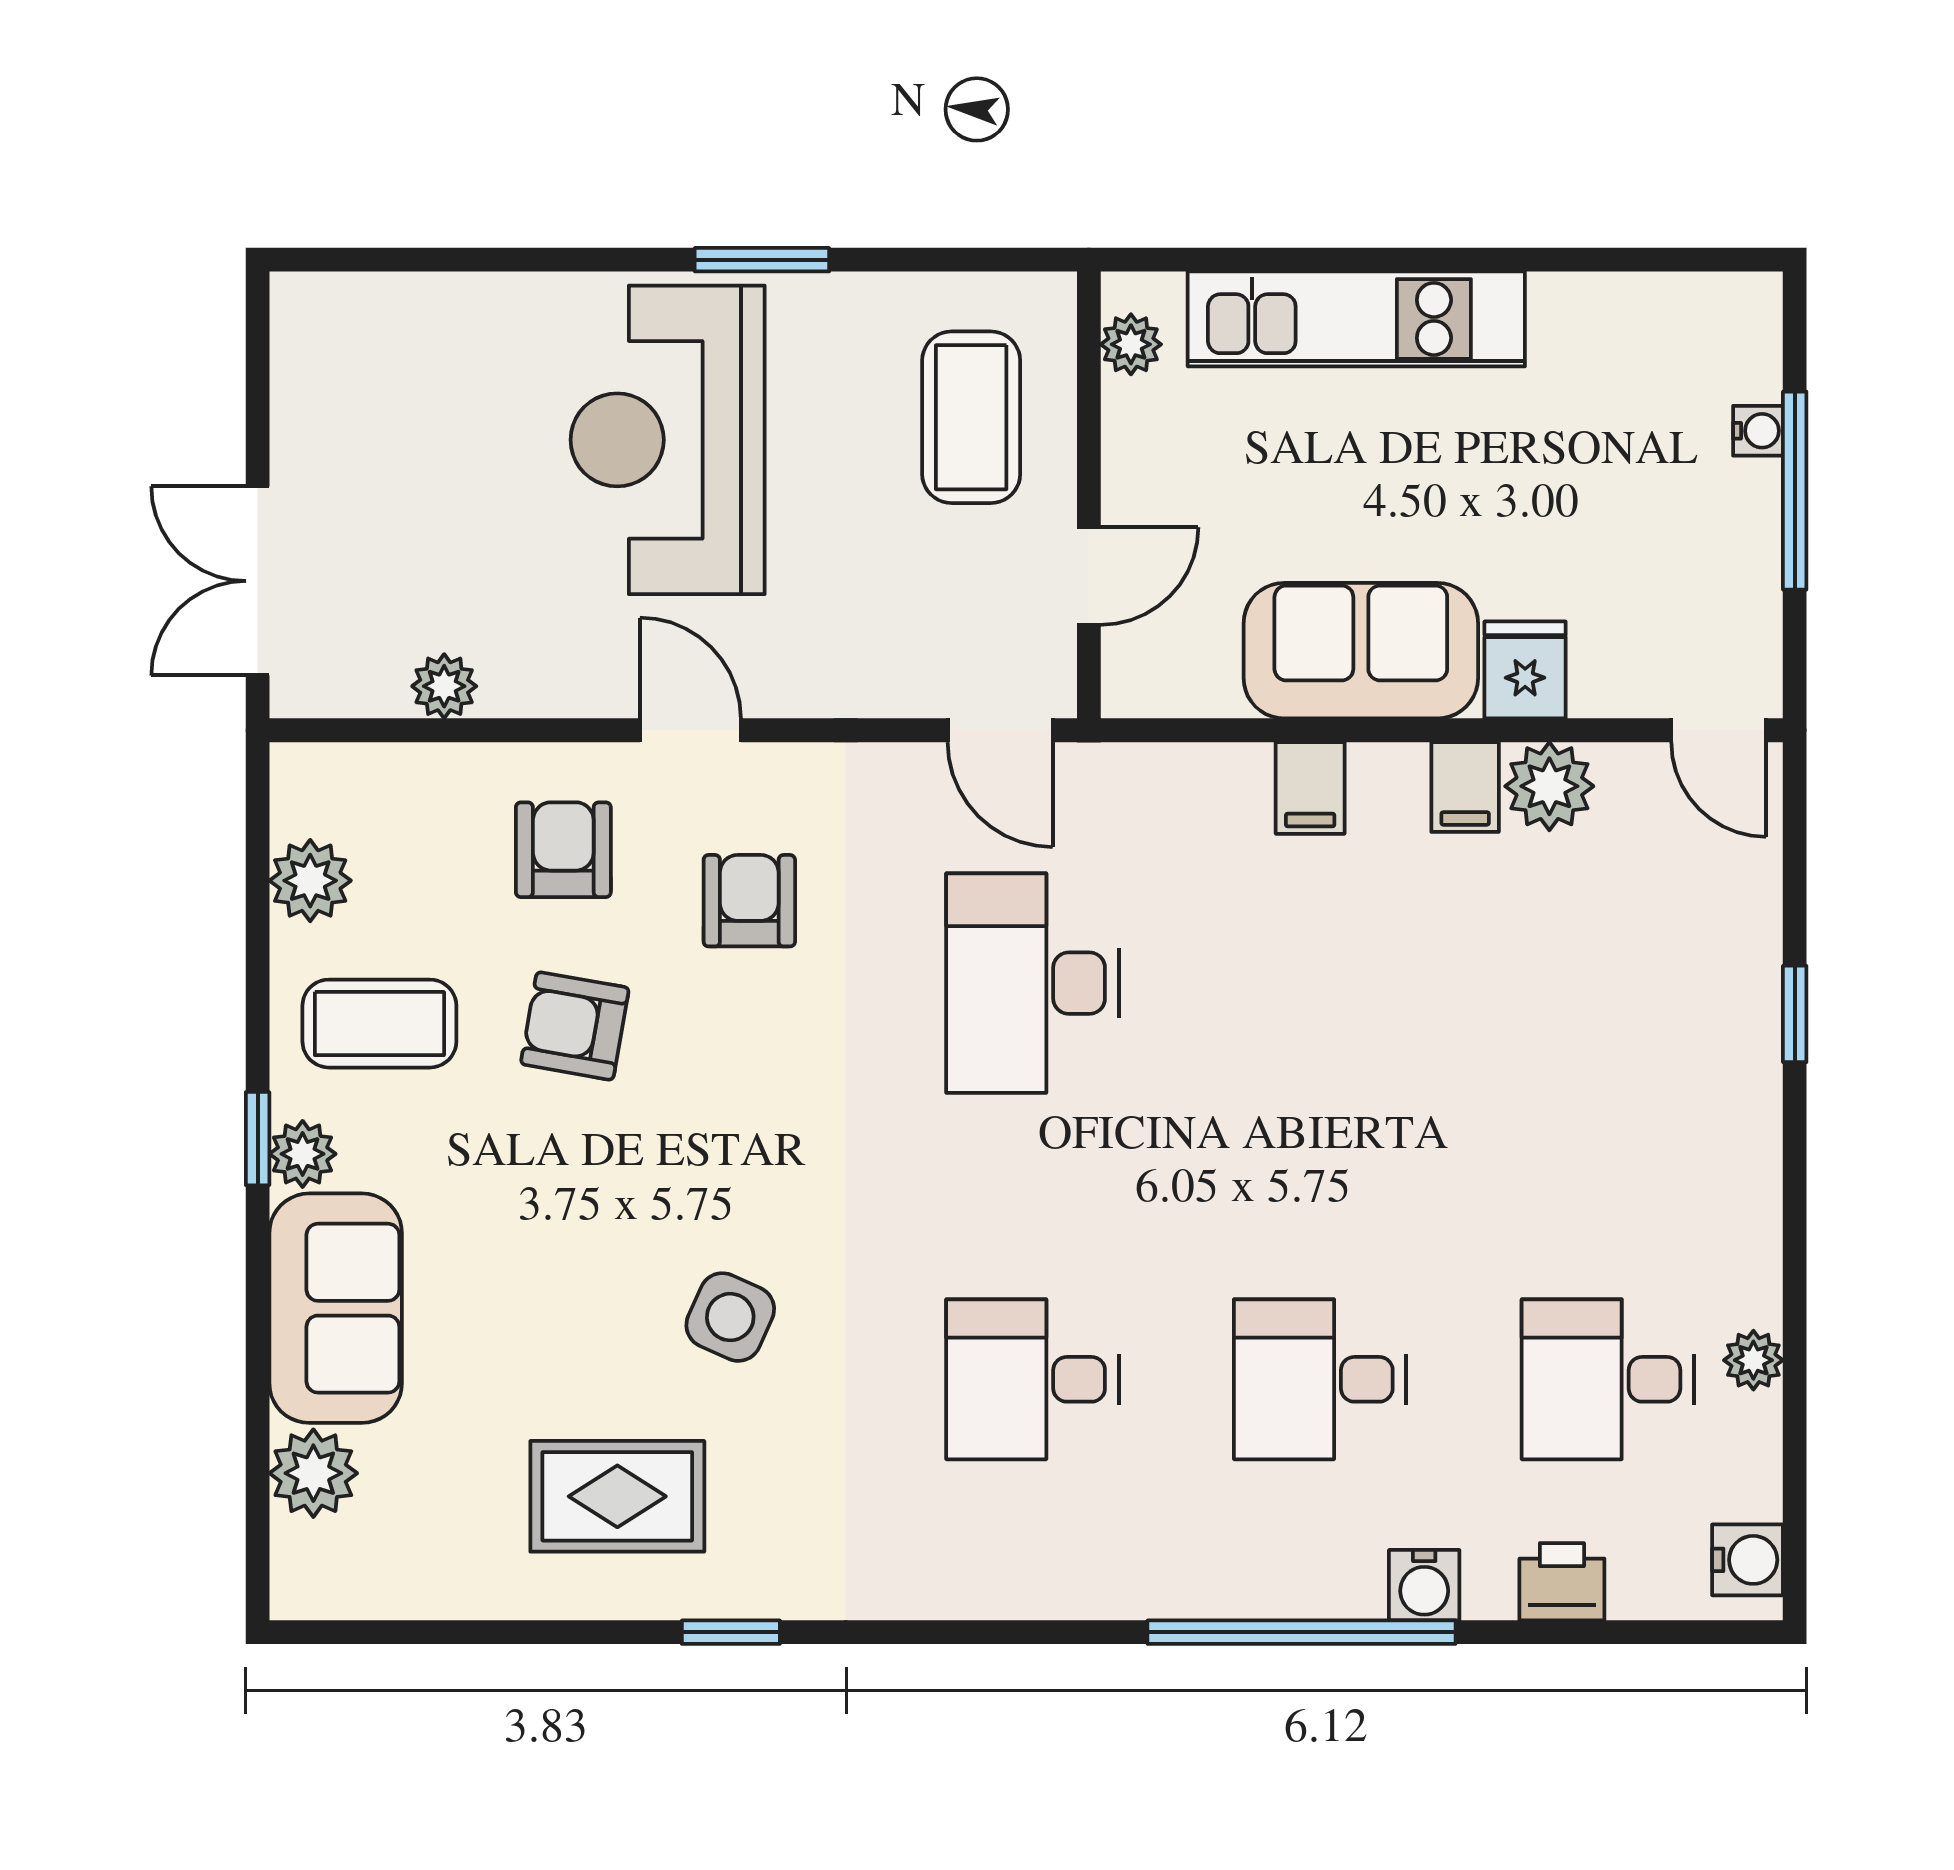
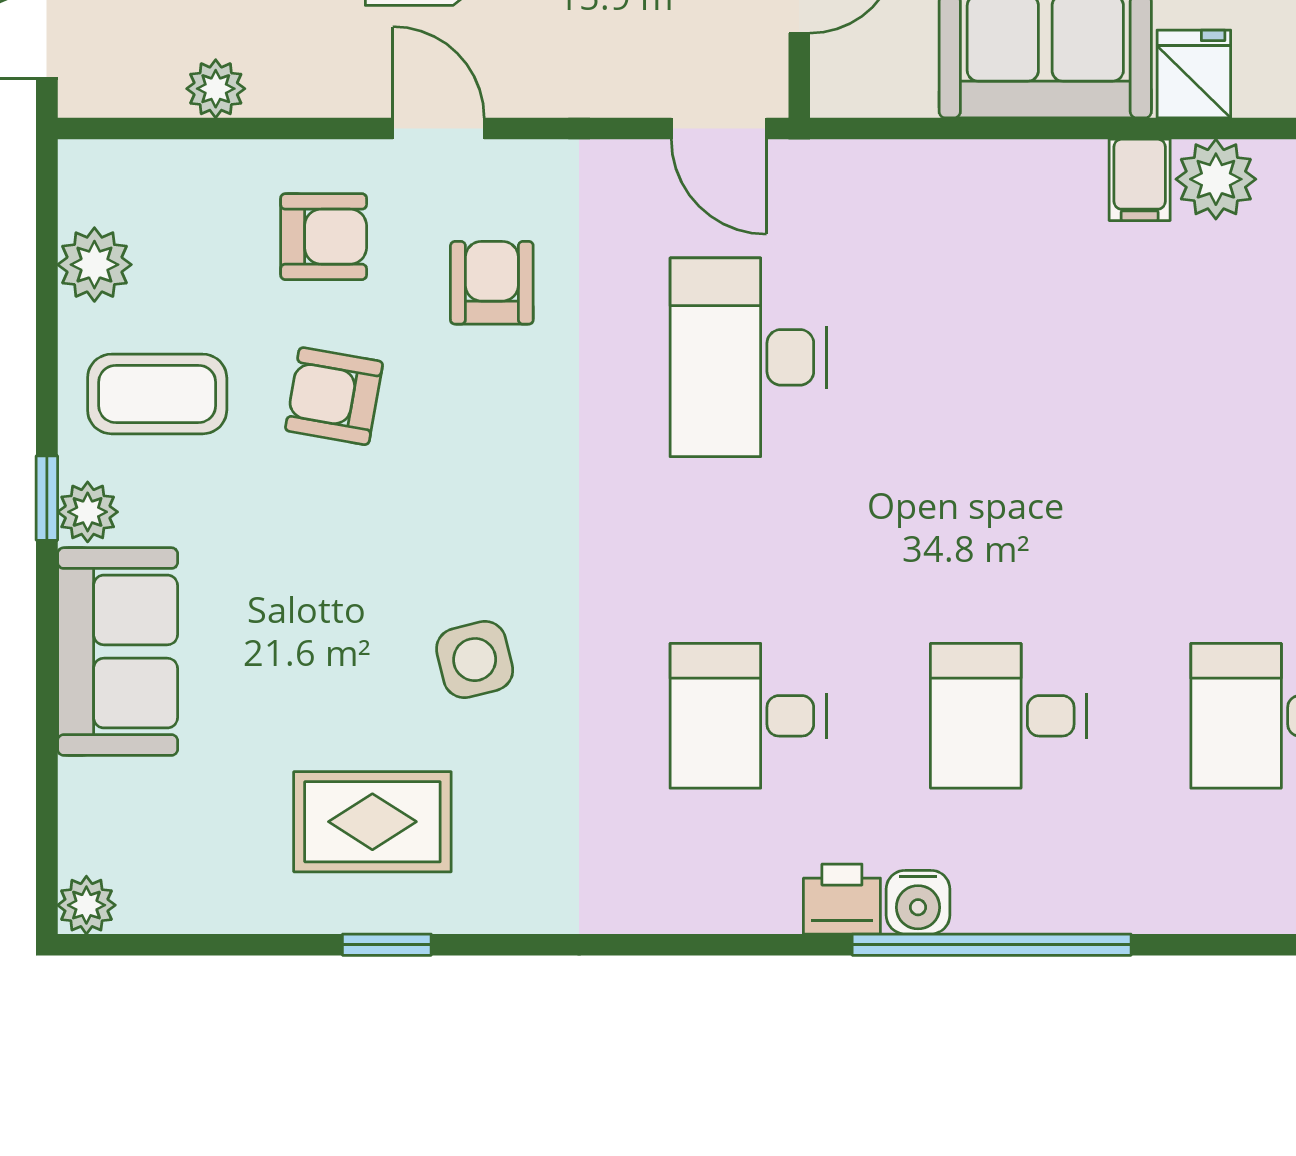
filing cabinet: (1310, 788) -> (999, 181), removed
armchair: (563, 850) -> (324, 237), turned 90
side table: (730, 1317) -> (475, 660), turned -38
plant: (313, 1473) -> (86, 905), moved, width x0.73, depth x0.73
printer: (1562, 1582) -> (842, 899), moved
water cooler: (1424, 1585) -> (918, 902), moved
window: (731, 1632) -> (387, 945), moved

